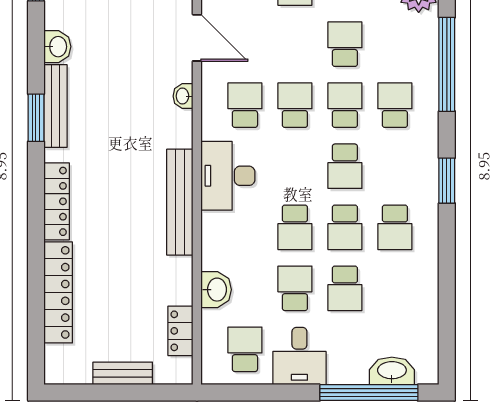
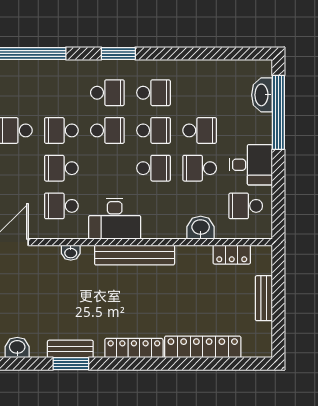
washbasin: (183, 96) -> (71, 253), moved
school desk: (395, 105) -> (107, 93), moved, turned 180
bench: (55, 106) -> (70, 349), width x0.73

